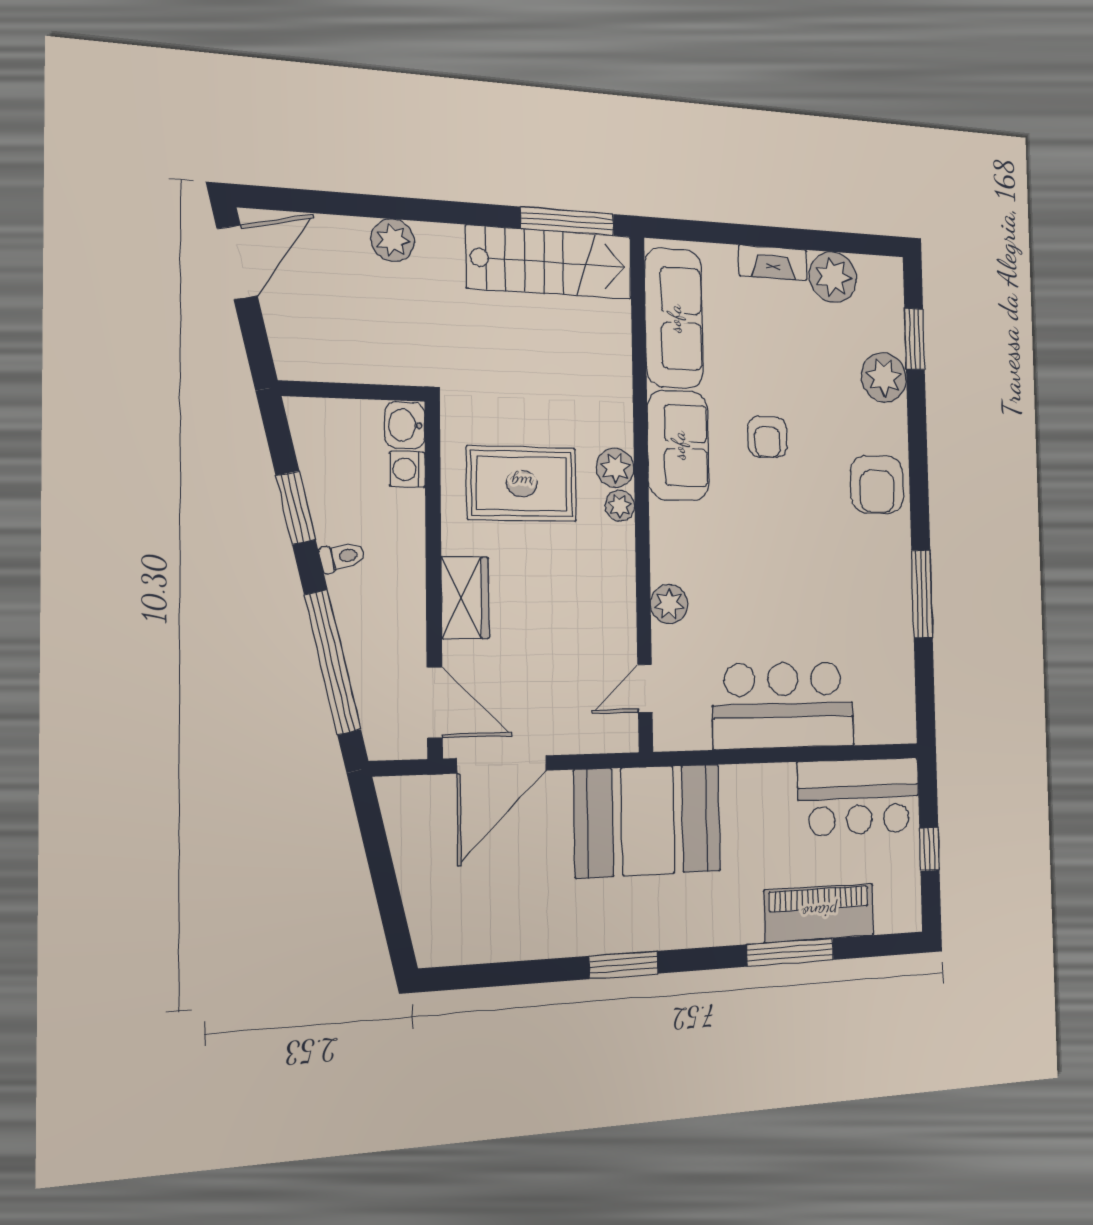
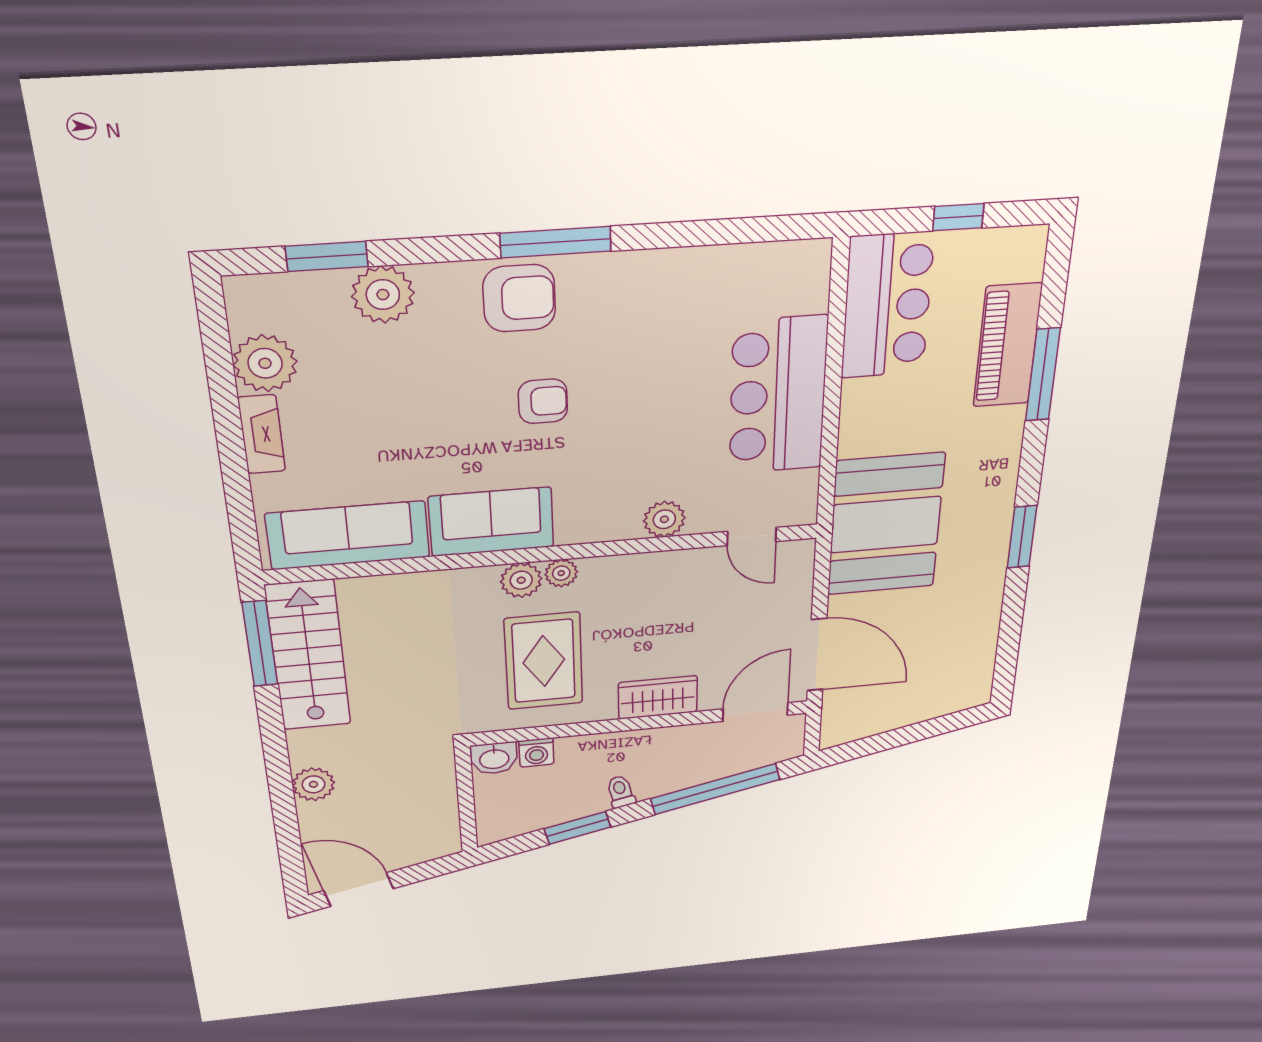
armchair: (767, 437) -> (543, 401), moved
window: (922, 594) -> (556, 242), moved

